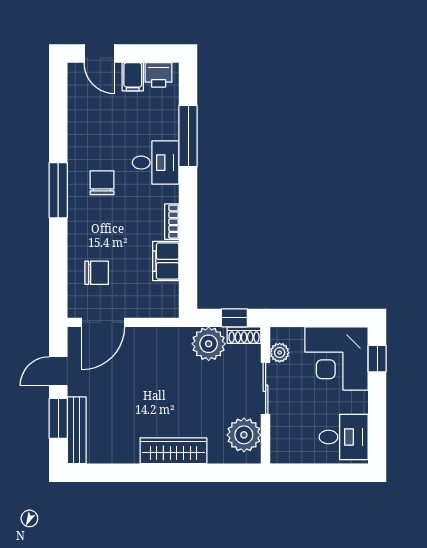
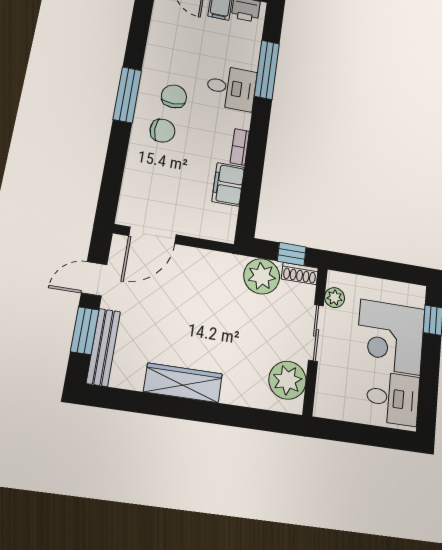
chair: (97, 273) -> (162, 131), moved
corner desk: (337, 358) -> (390, 337), moved
wardrobe: (173, 451) -> (183, 383), moved

